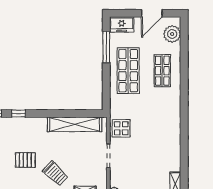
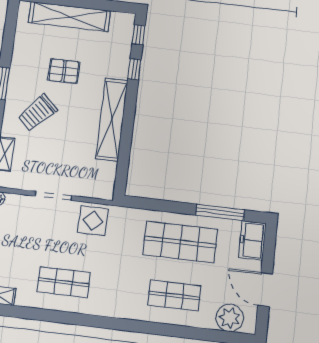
shelving: (75, 124) -> (112, 119), moved
shop shelf: (162, 142) -> (64, 282), added
pallet: (25, 160) -> (64, 71), turned 90

